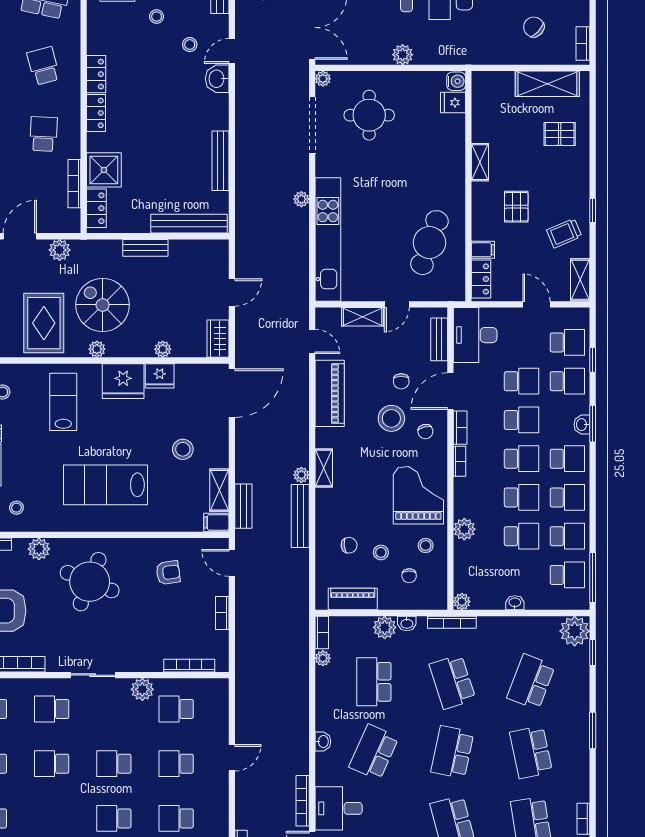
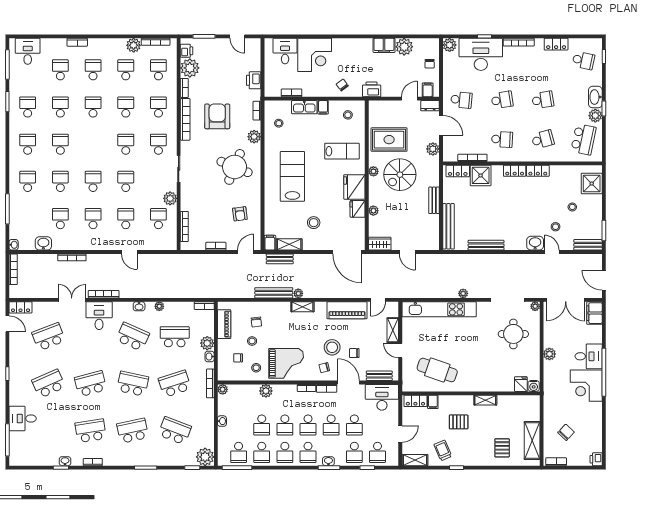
spiral stairs: (103, 305) -> (400, 175), turned 180
plant: (323, 658) -> (159, 306), moved

